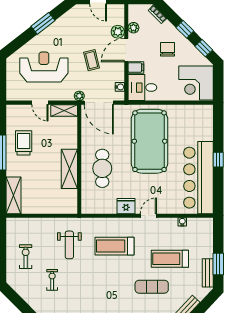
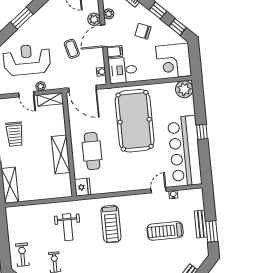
chair: (167, 49) -> (143, 31), turned -68
plant: (79, 96) -> (41, 86), moved
plant: (204, 114) -> (184, 89), added
trolley: (24, 143) -> (15, 134), turned 180
fridge: (126, 206) -> (83, 187), moved, turned 90
door: (148, 216) -> (158, 190), moved
treadmill: (114, 246) -> (111, 224), turned -90
exercise bike: (26, 257) -> (22, 255), moved
bench: (208, 273) -> (201, 224), moved
exercise mat: (152, 287) -> (150, 259), removed

